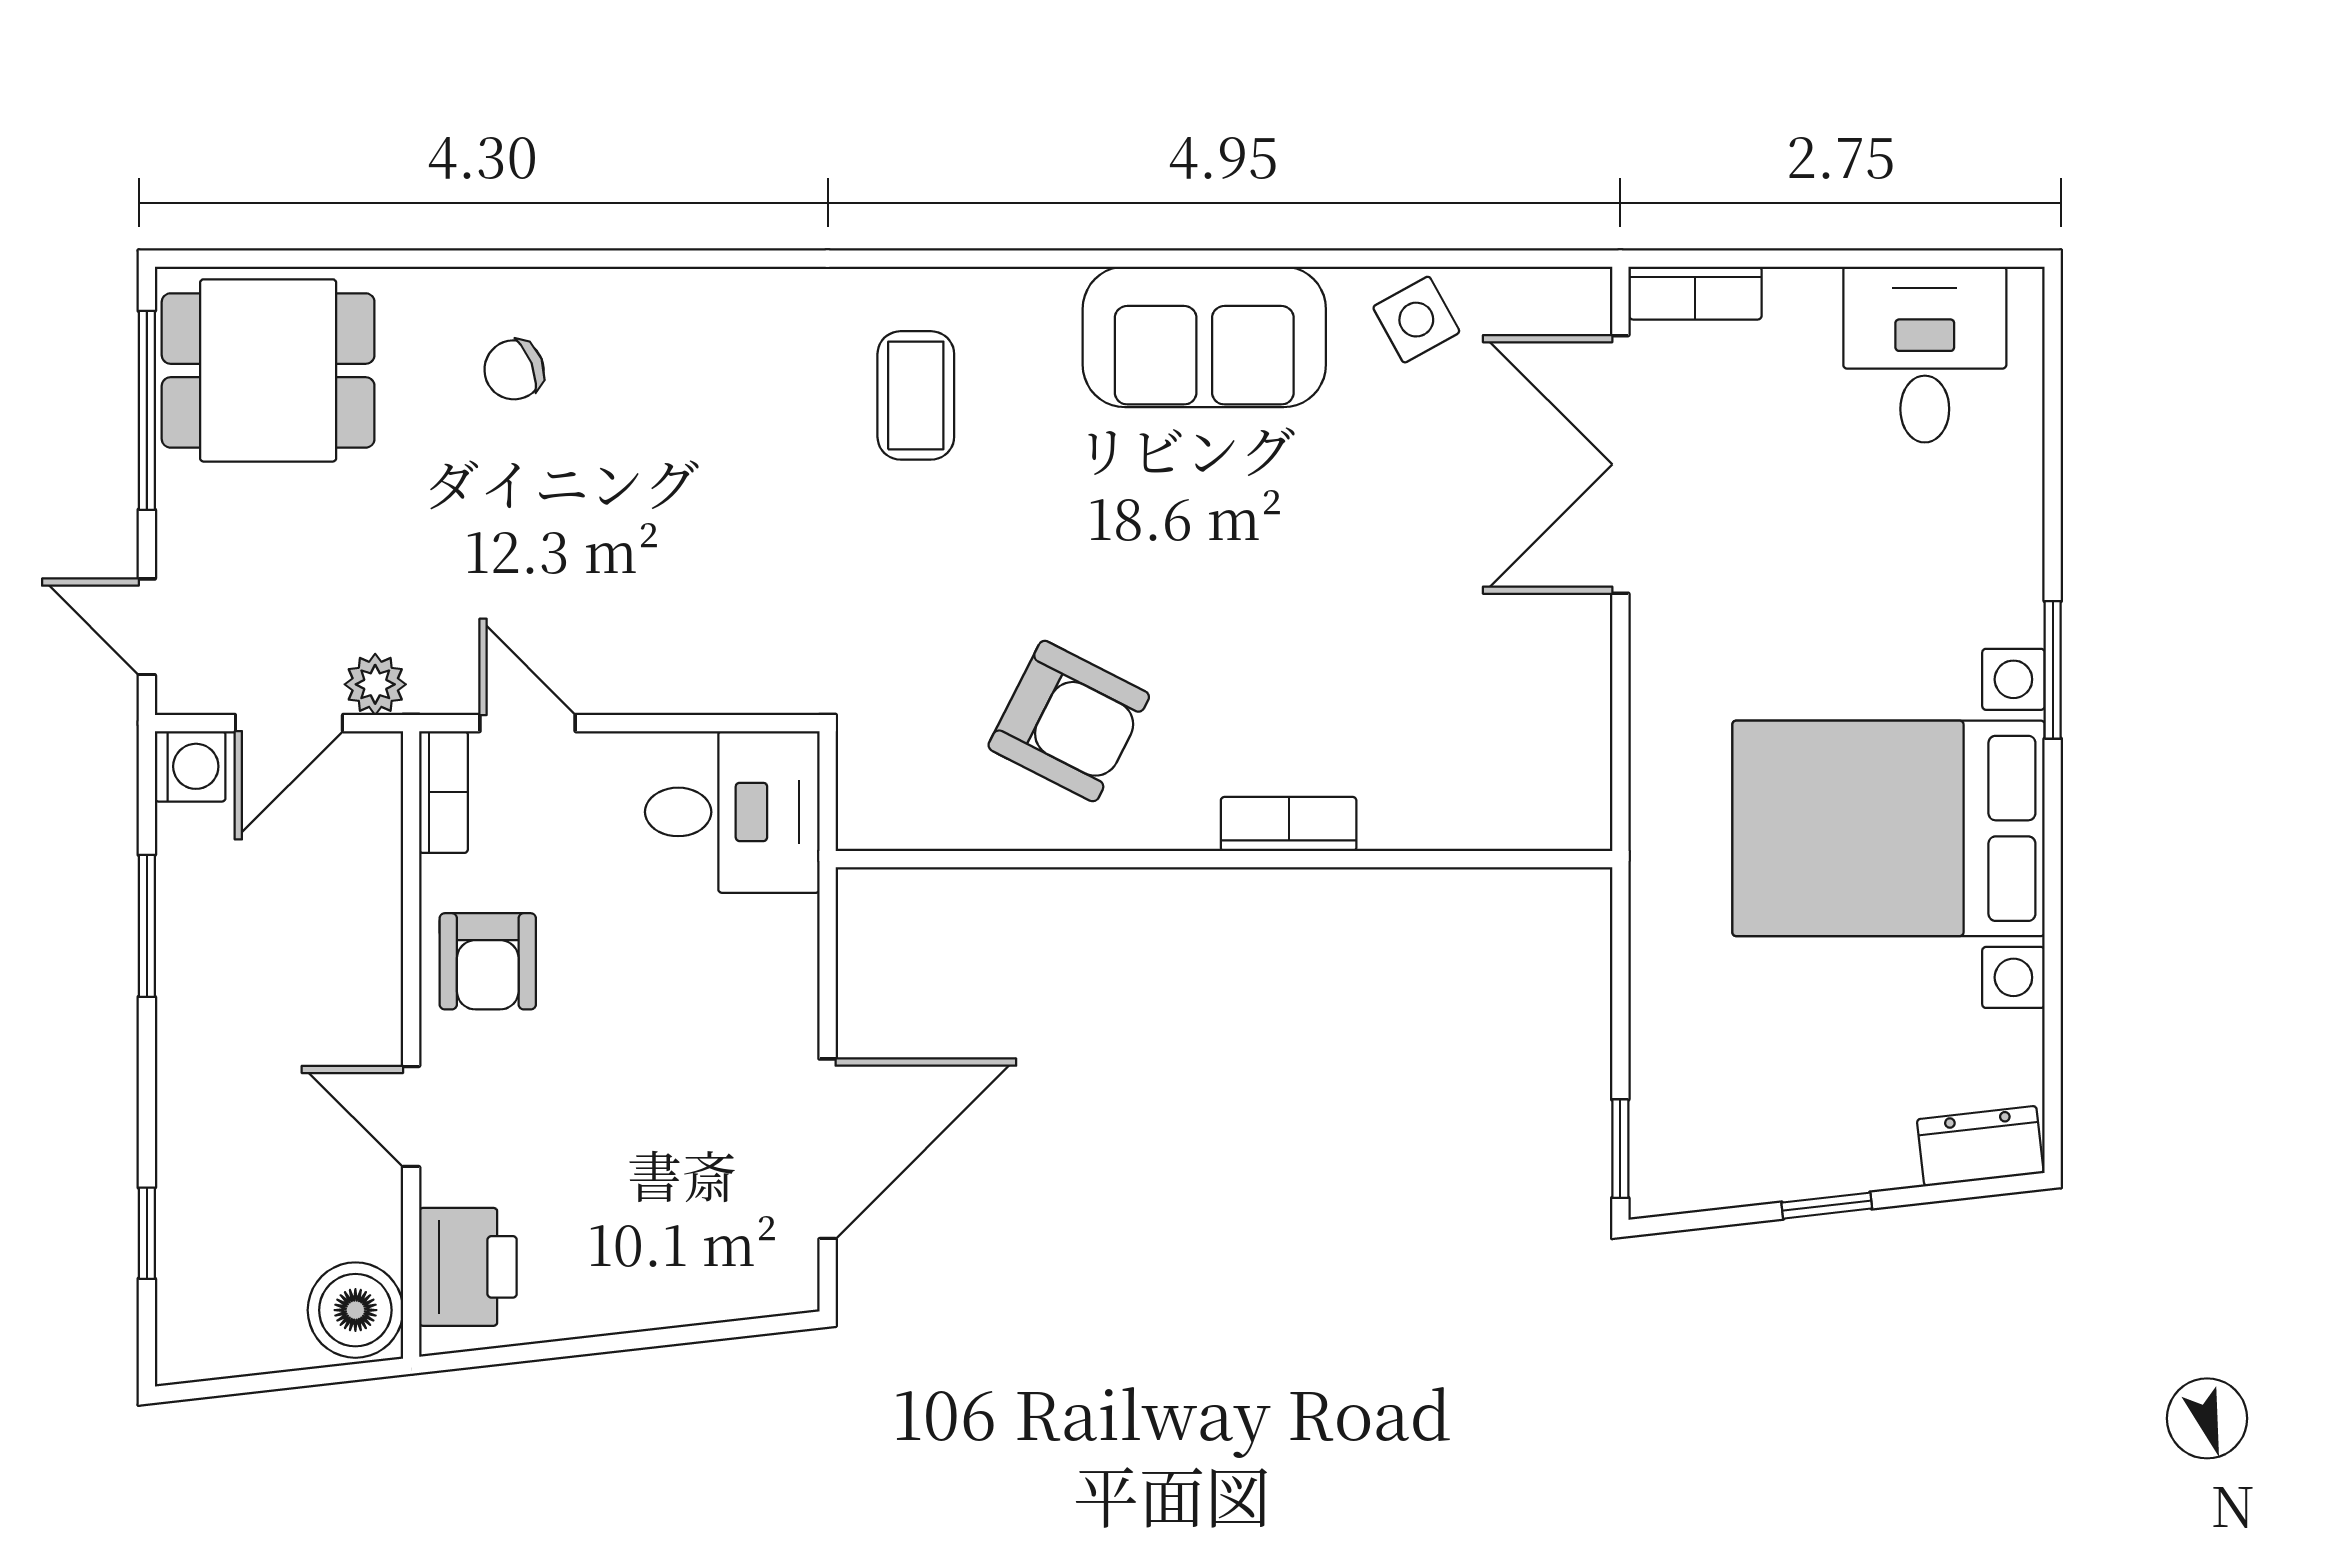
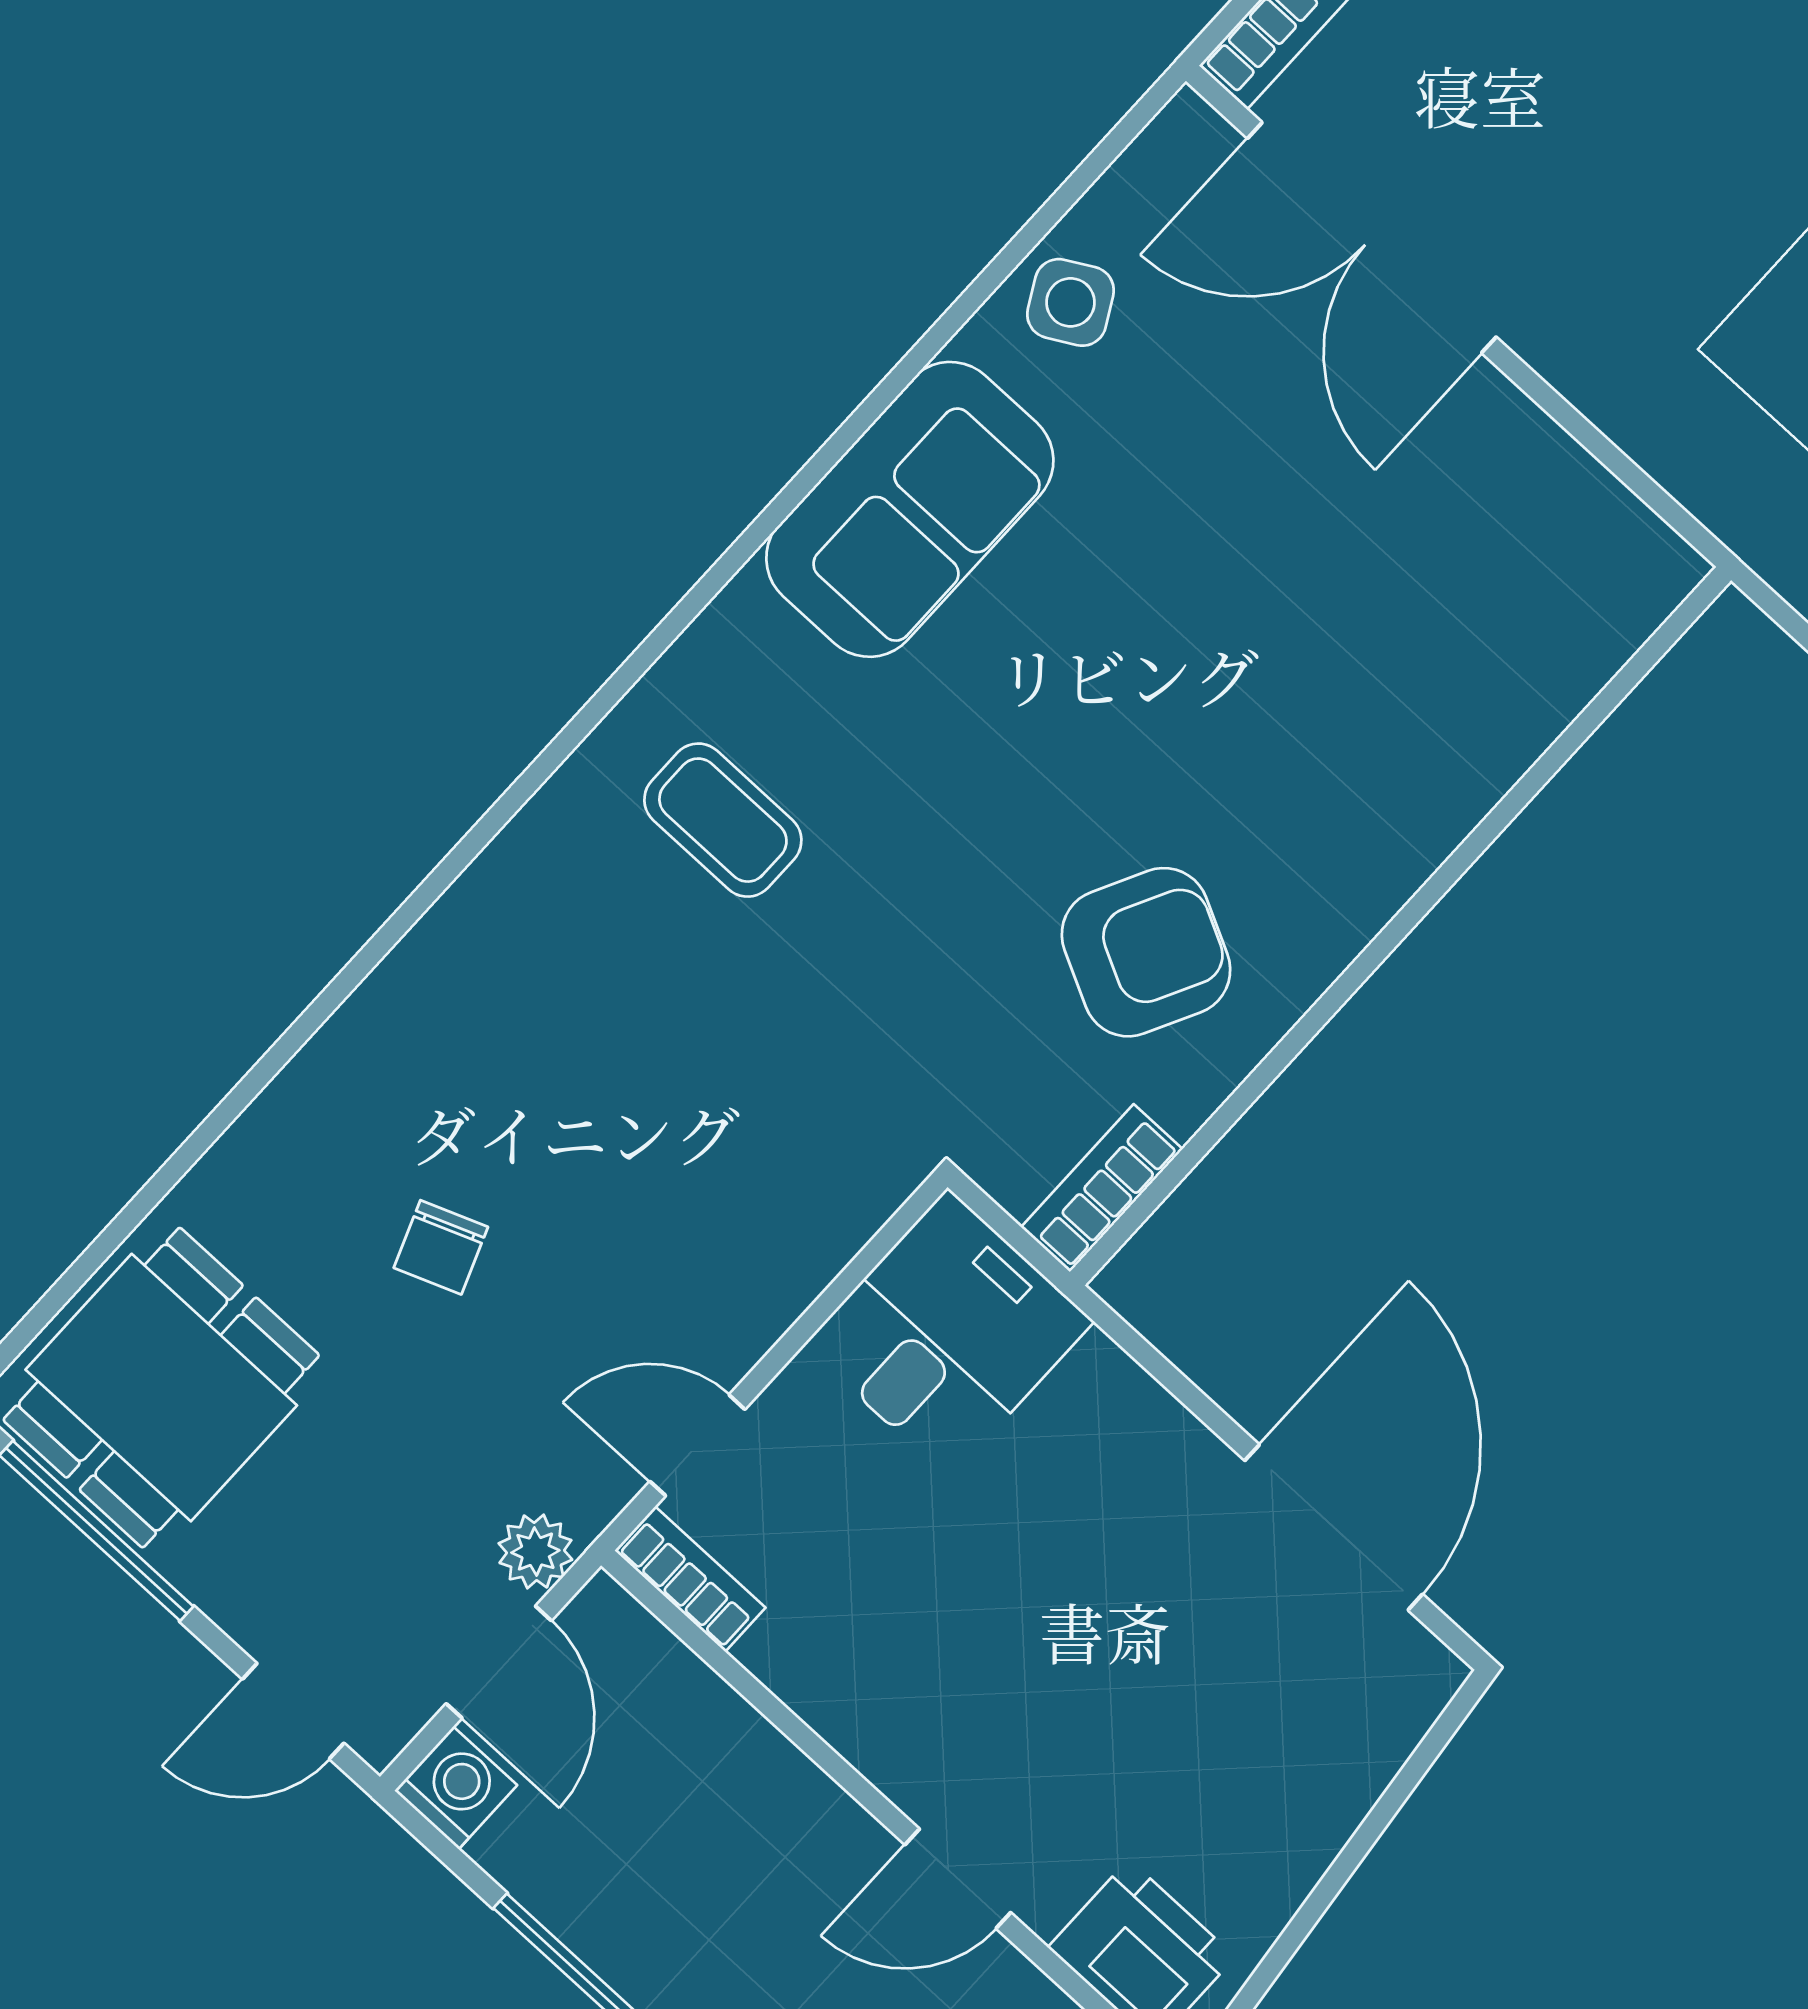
chair: (514, 370) -> (441, 1247), moved
bookcase: (1289, 824) -> (1102, 1188), moved
armchair: (488, 961) -> (881, 1680), removed

